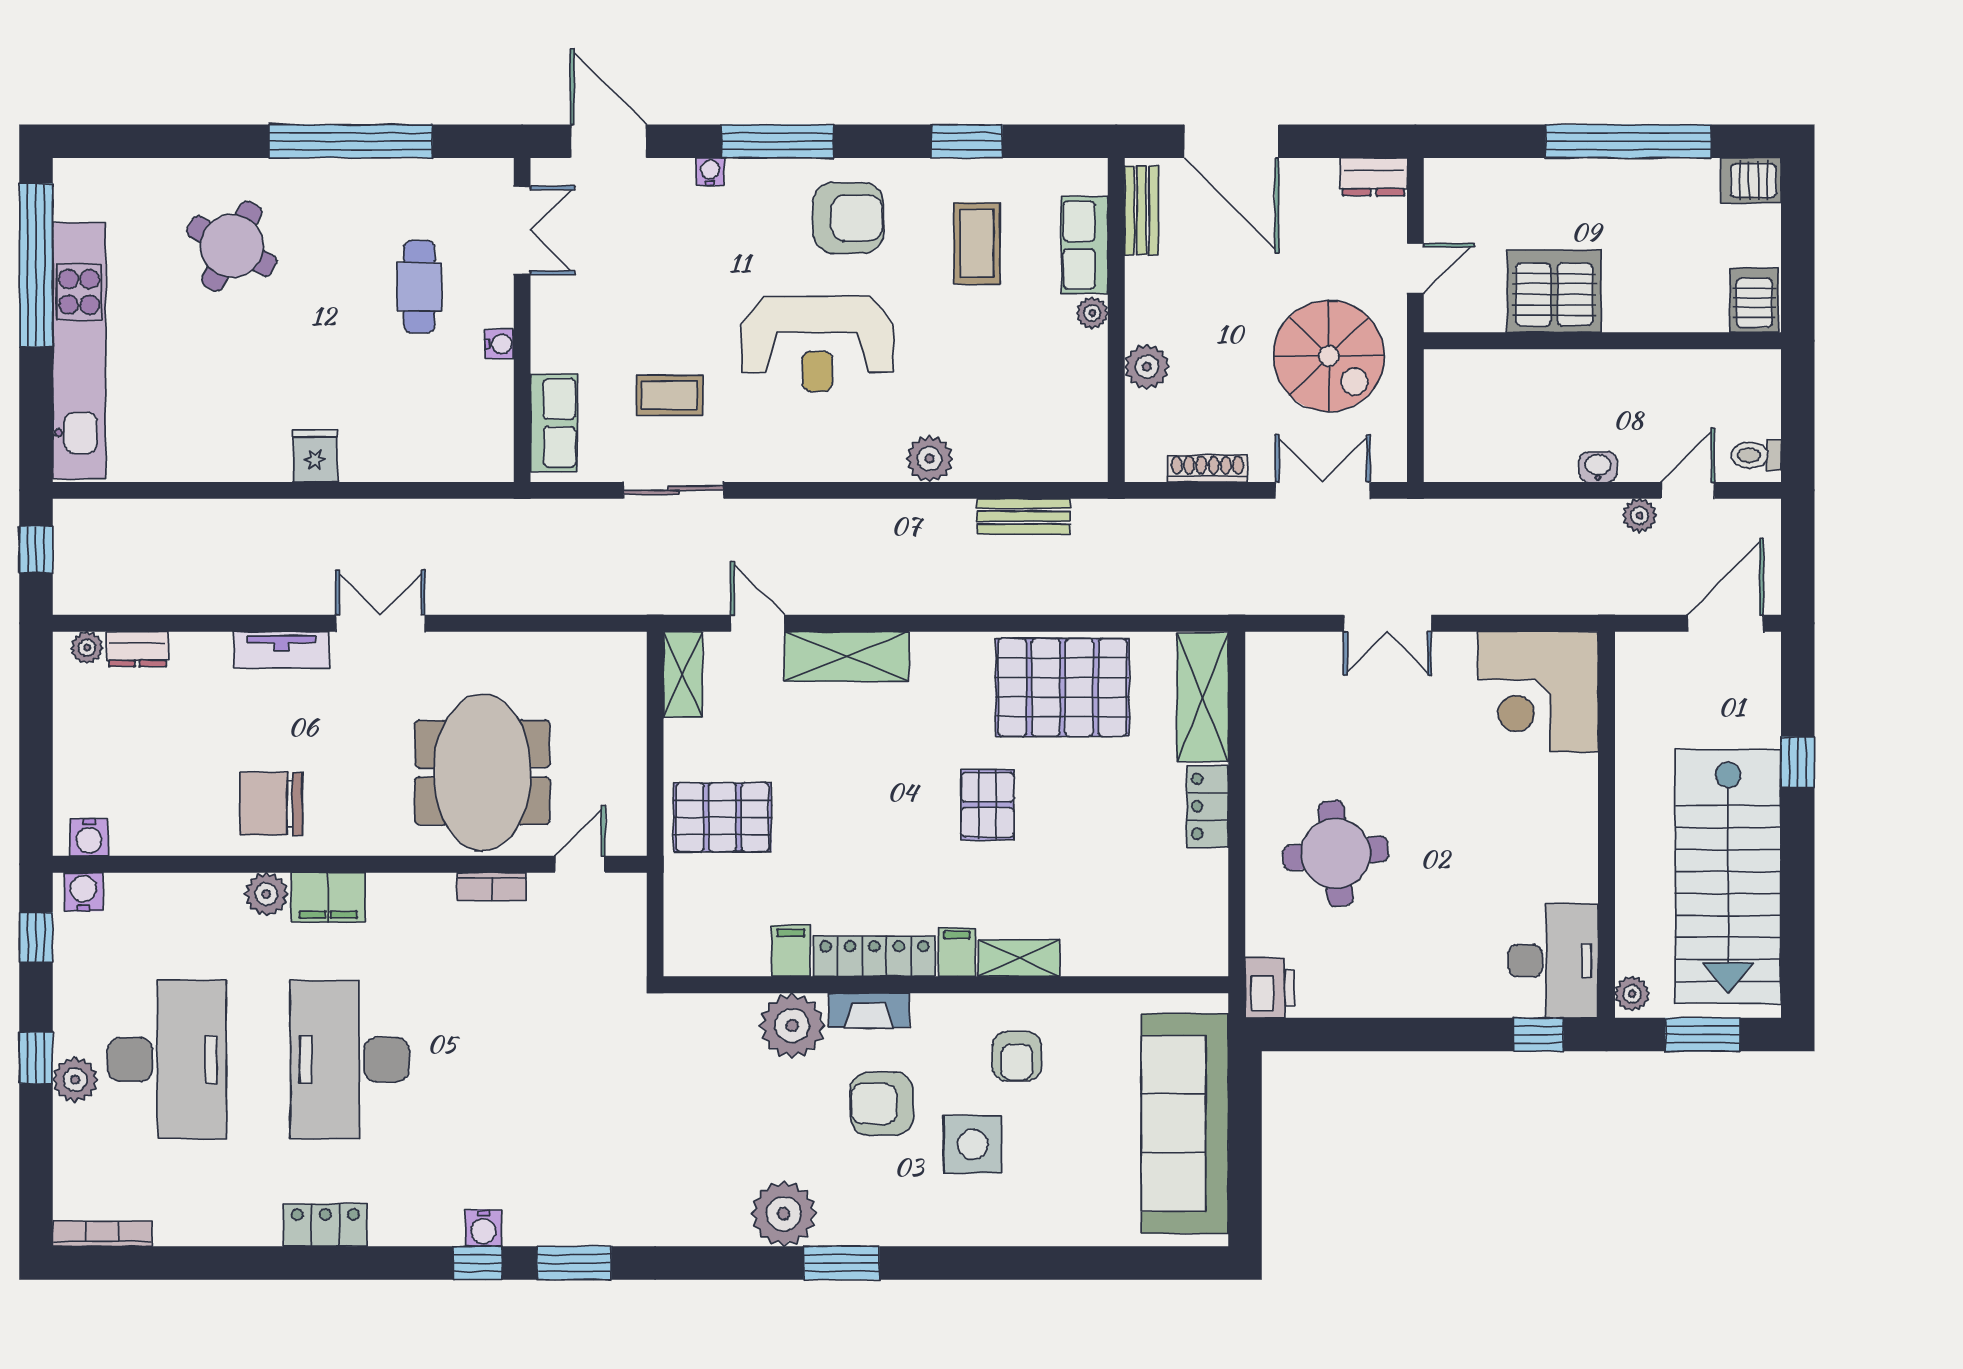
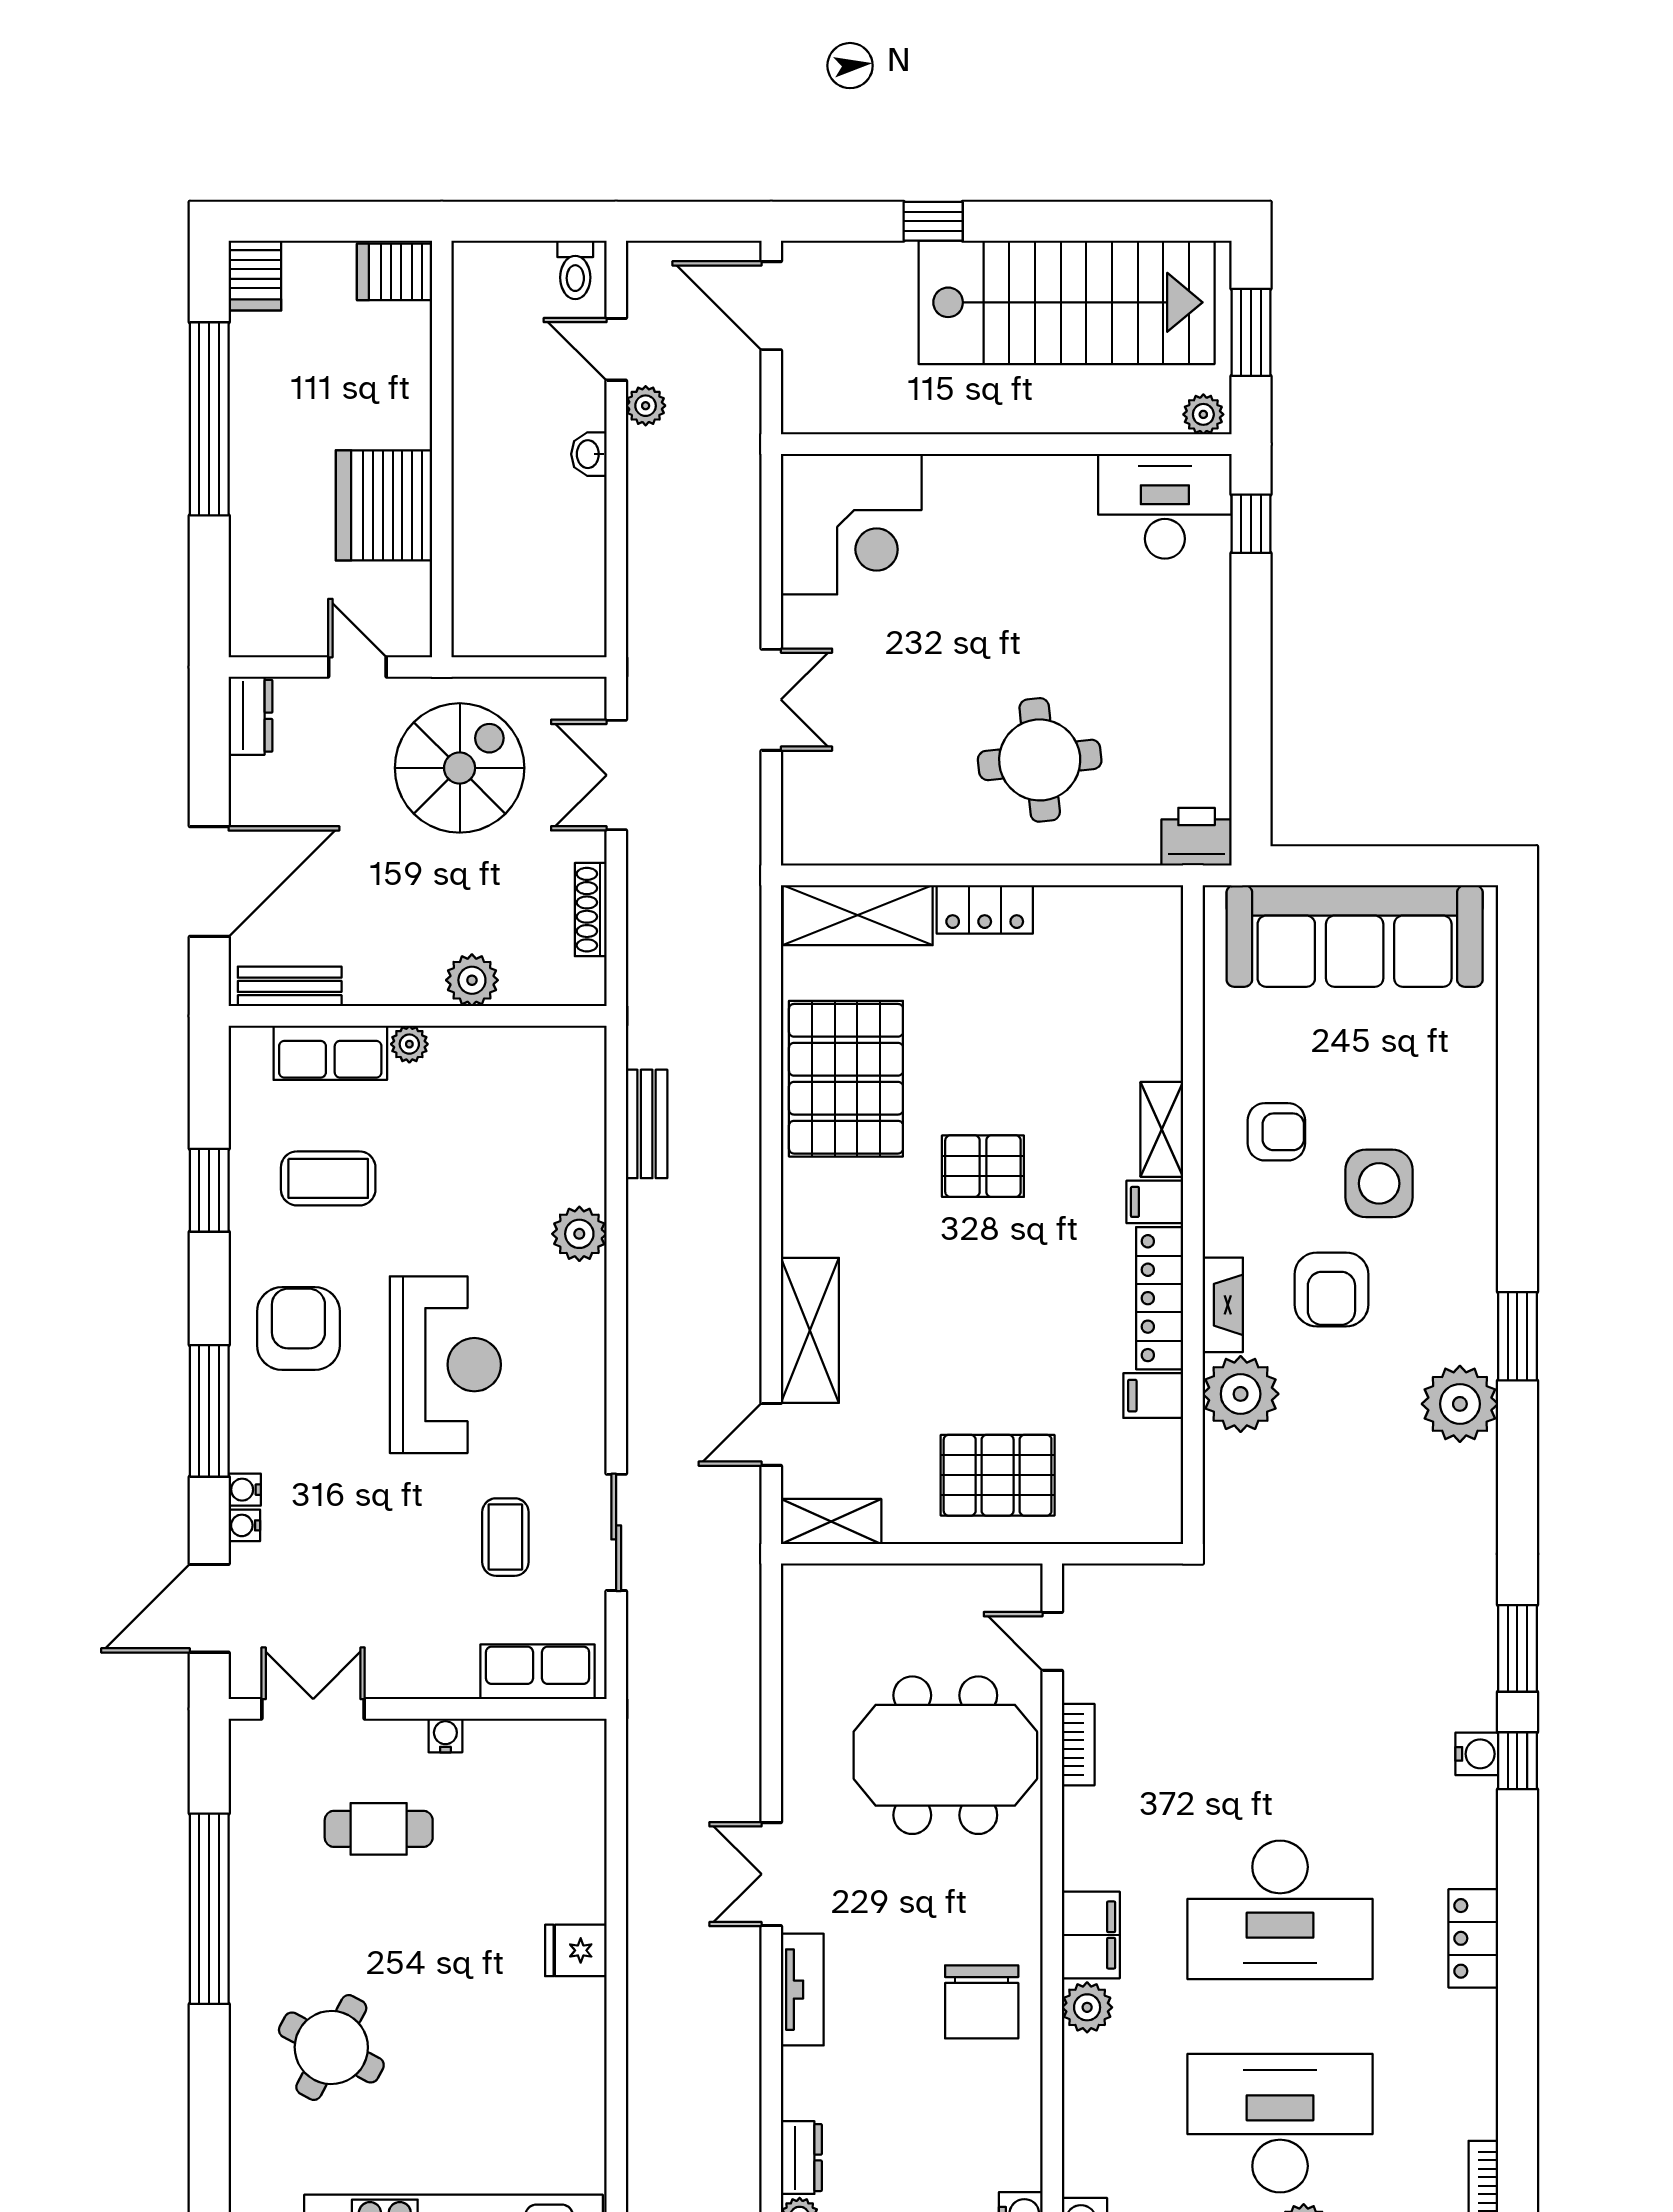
water cooler: (679, 171) -> (244, 1525), added
pallet: (722, 817) -> (998, 1475), turned 90

